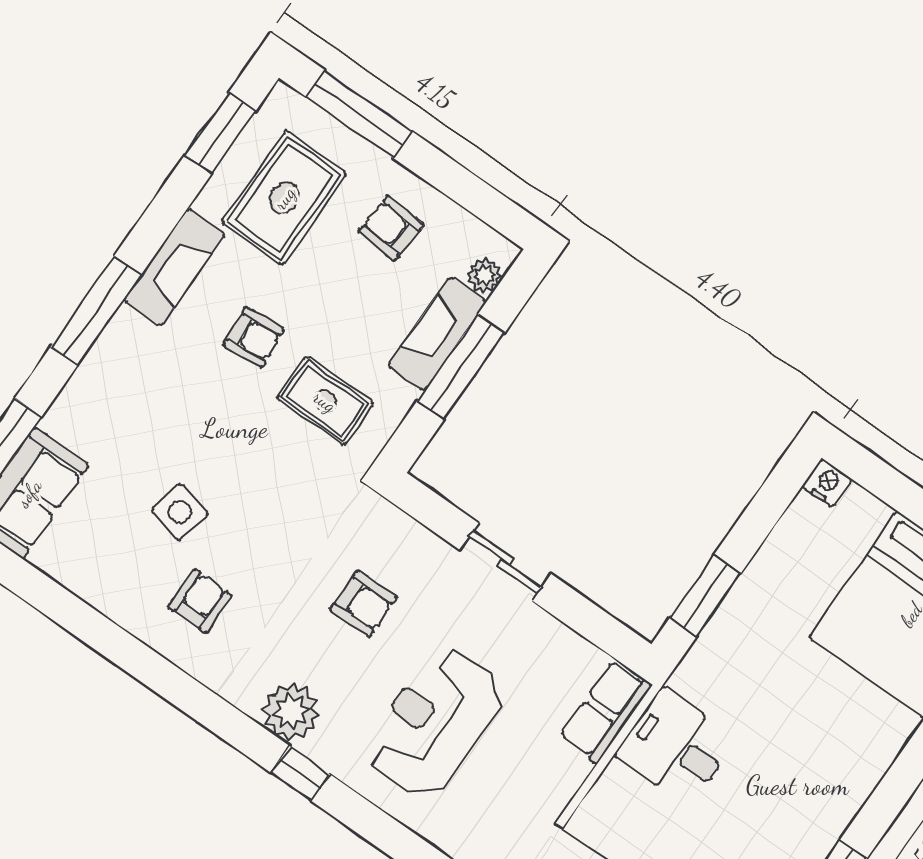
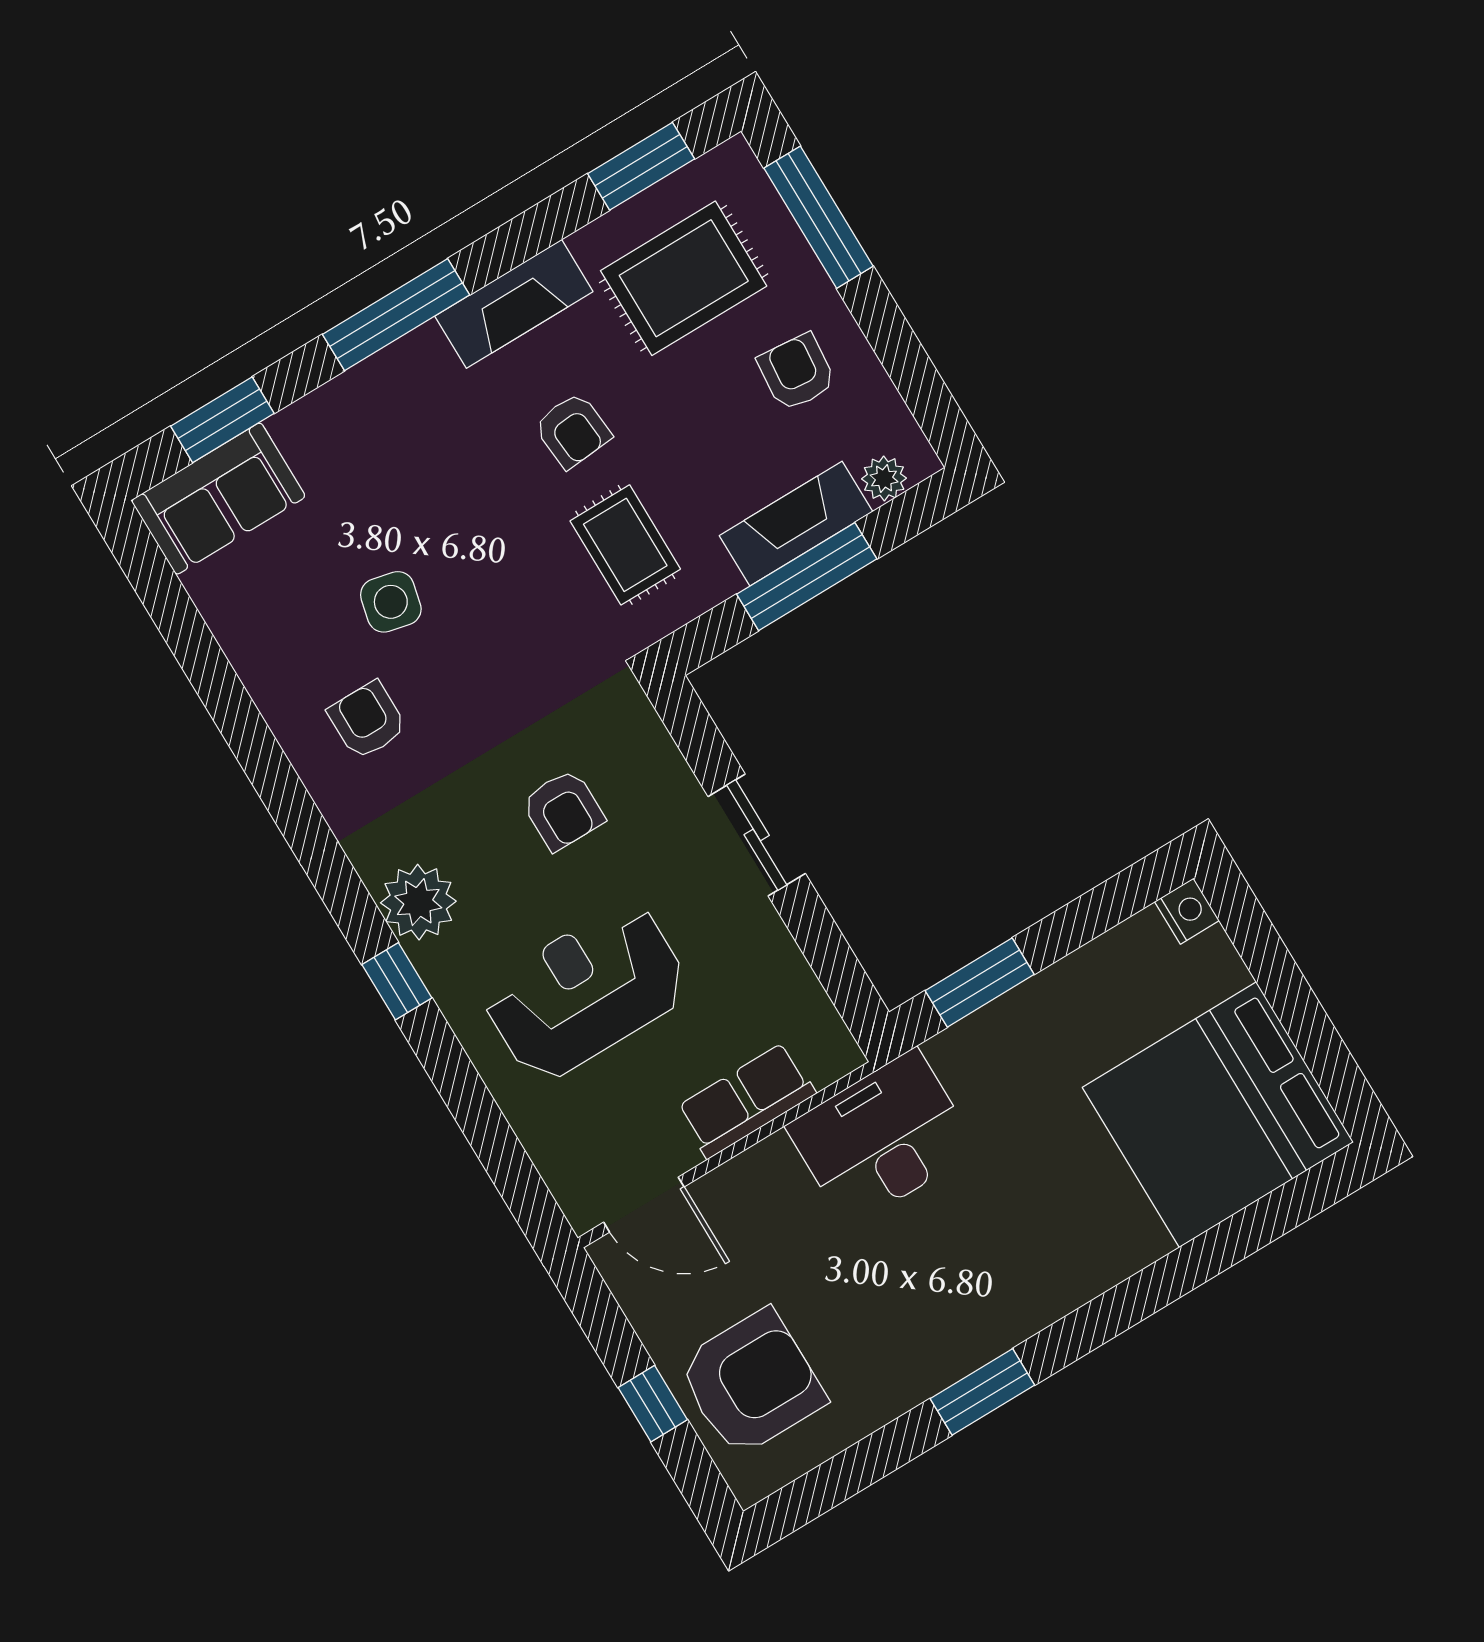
armchair: (200, 601) -> (367, 720), turned -90
row of seats: (606, 711) -> (746, 1100), moved
desk: (676, 747) -> (882, 1138), width x1.37

